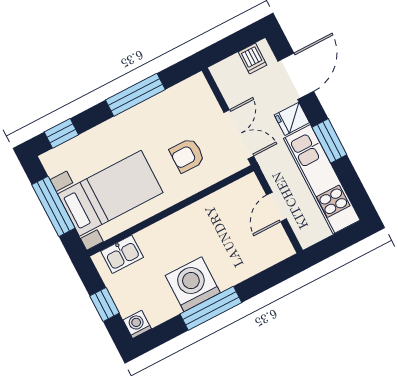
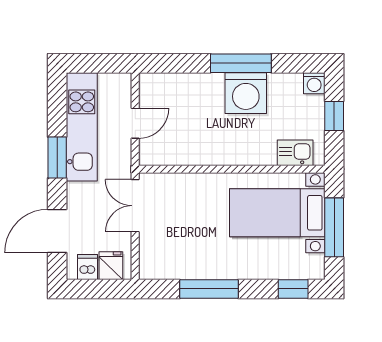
fridge: (292, 119) -> (111, 266), moved, turned -90
armchair: (187, 155) -> (191, 211), removed

